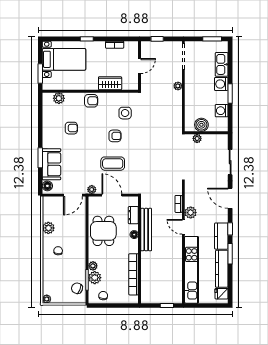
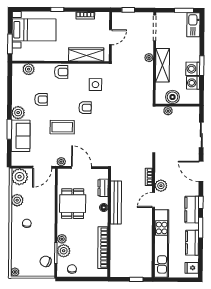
kitchen sink: (222, 64) -> (193, 25), moved
wardrobe: (110, 83) -> (86, 54), width x1.50
washing machine: (221, 84) -> (193, 69), moved
shelving: (191, 93) -> (162, 65), added
plant: (49, 141) -> (18, 113), added
coffee table: (113, 164) -> (62, 127), moved
floor lamp: (47, 186) -> (16, 158), removed
plant: (51, 205) -> (20, 177), added
door: (183, 227) -> (153, 200), hinge flipped
kitchen counter: (222, 269) -> (192, 243), width x0.67

